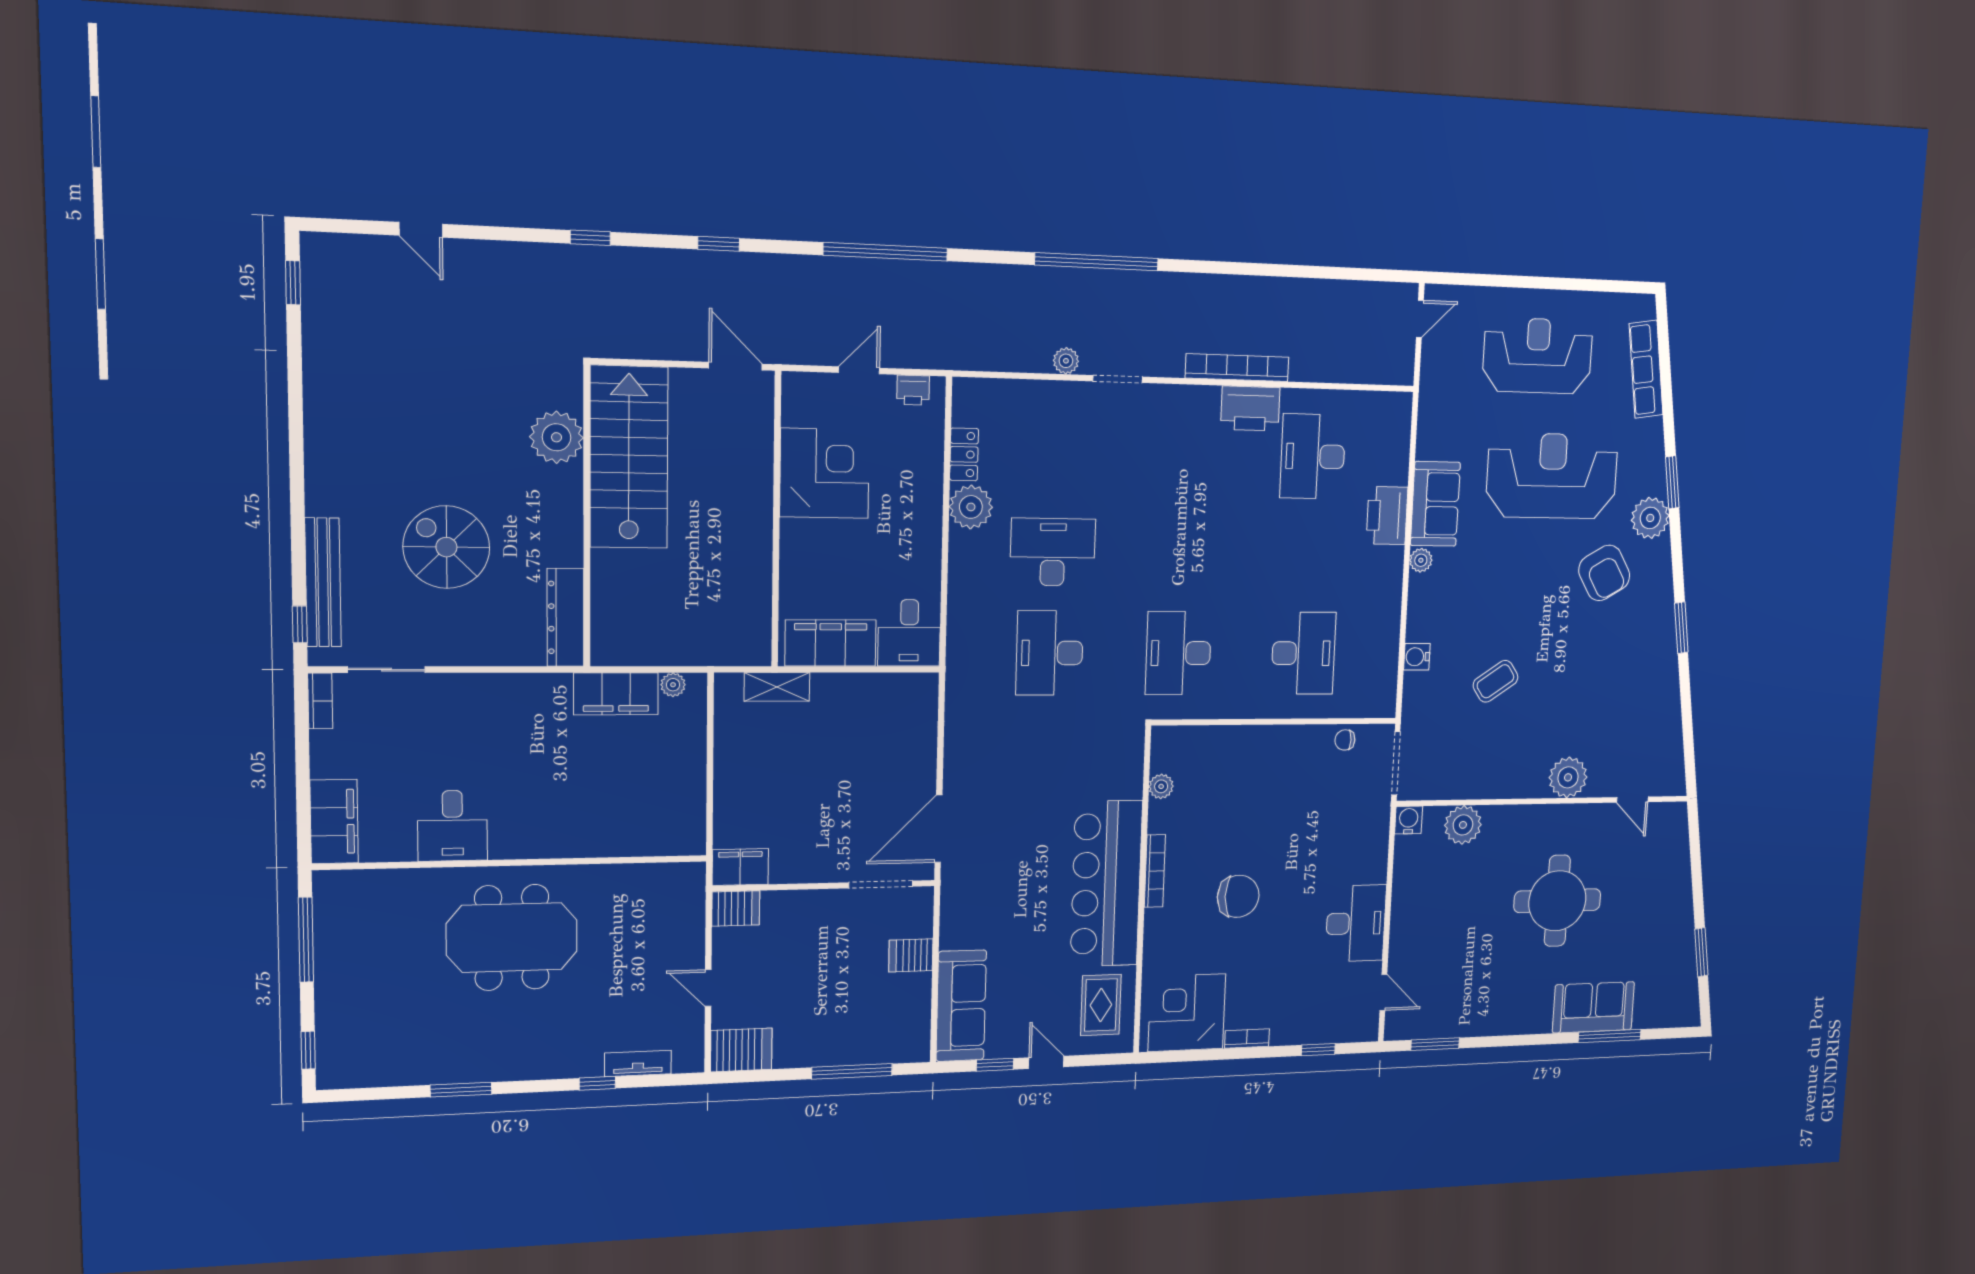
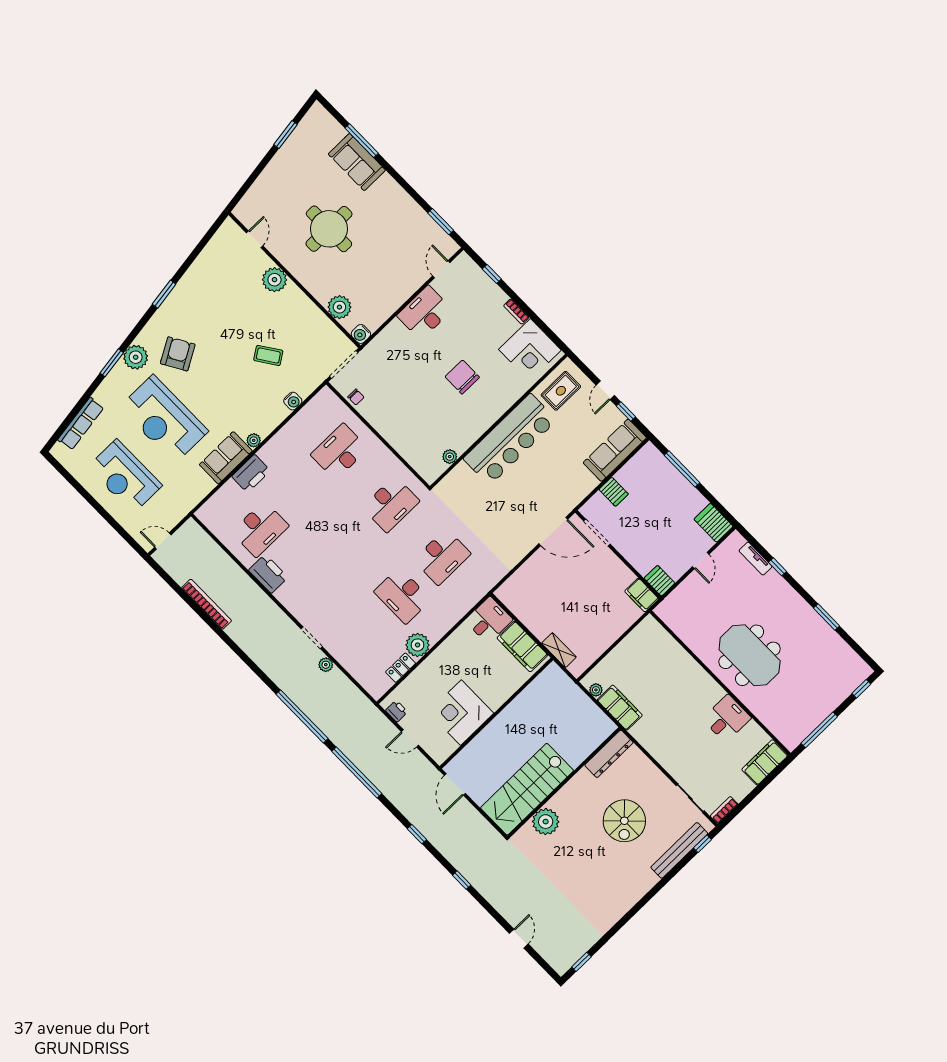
window: (1097, 262) -> (302, 716), moved
bookcase: (1237, 368) -> (207, 604), moved, turned 180
bookcase: (1155, 871) -> (486, 424), removed

